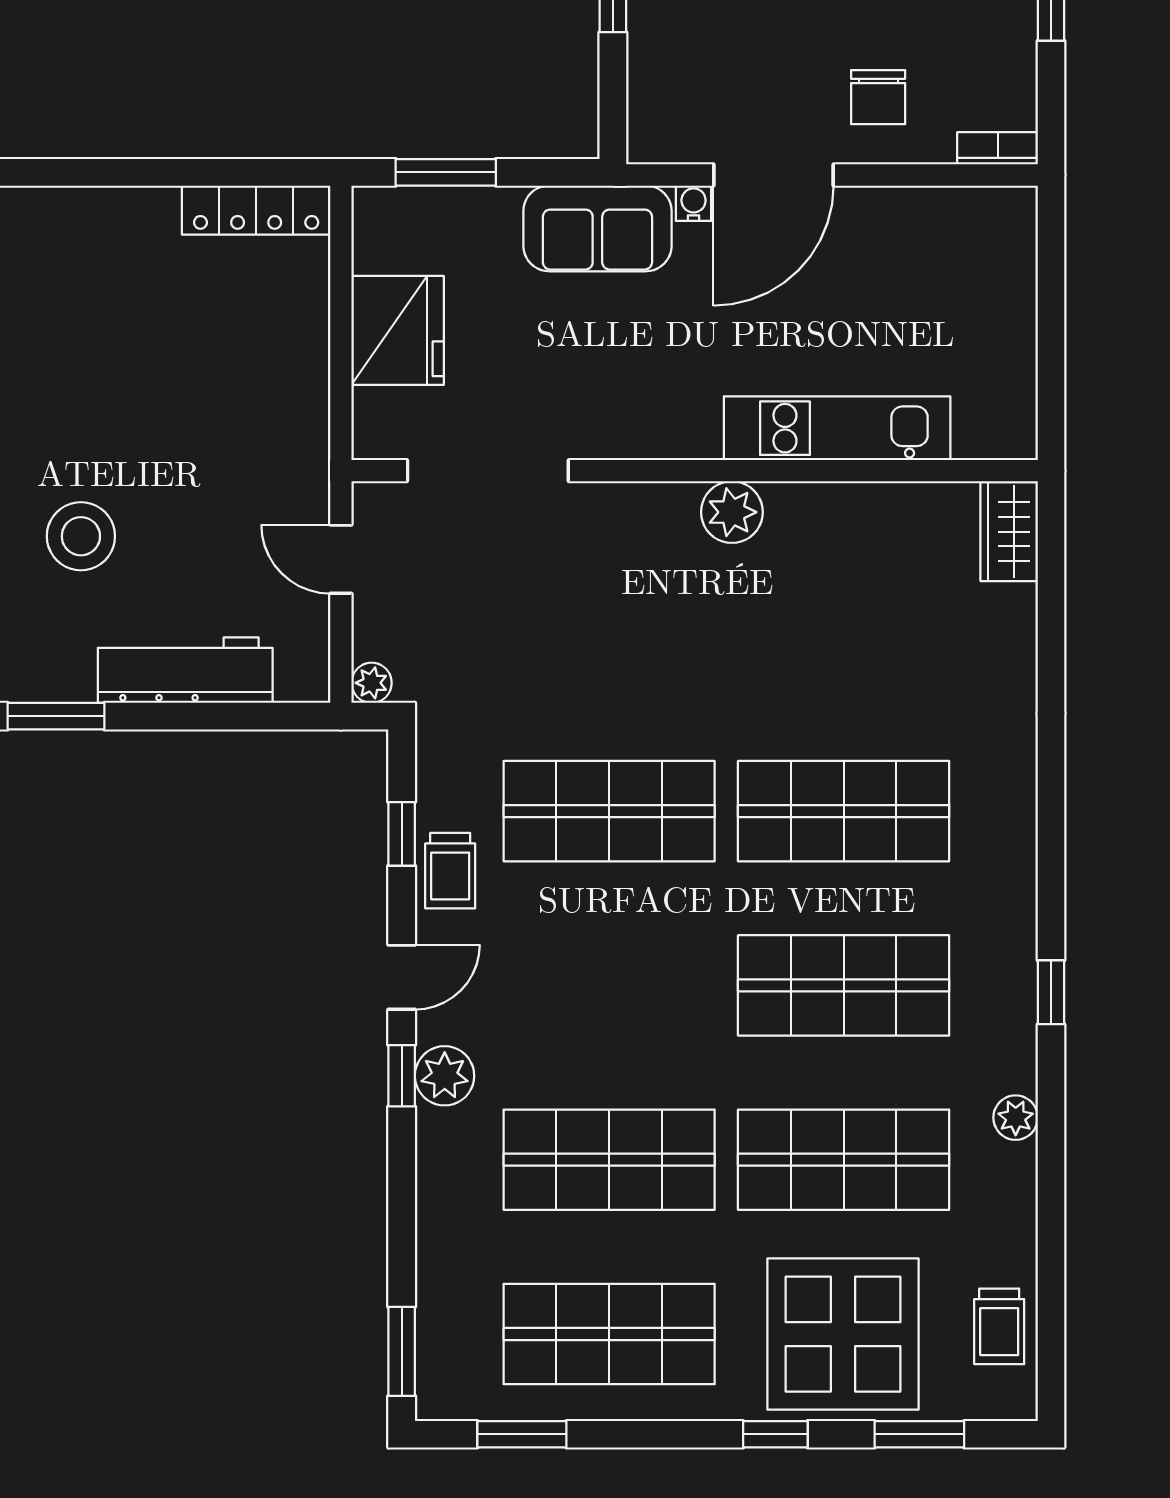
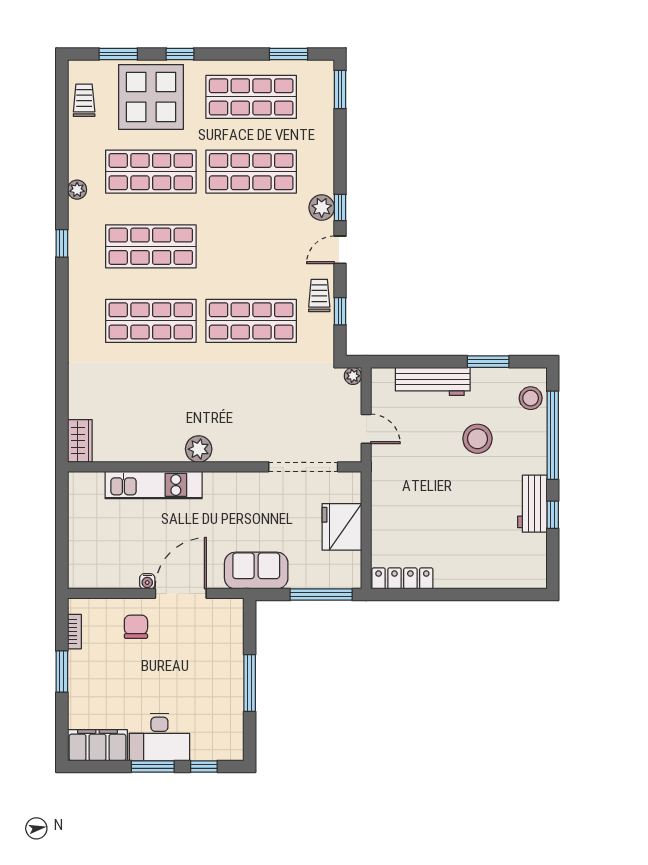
bookcase: (998, 148) -> (74, 632), moved, turned -90
window: (446, 172) -> (321, 595), width x1.44
water cooler: (694, 203) -> (147, 581), moved

